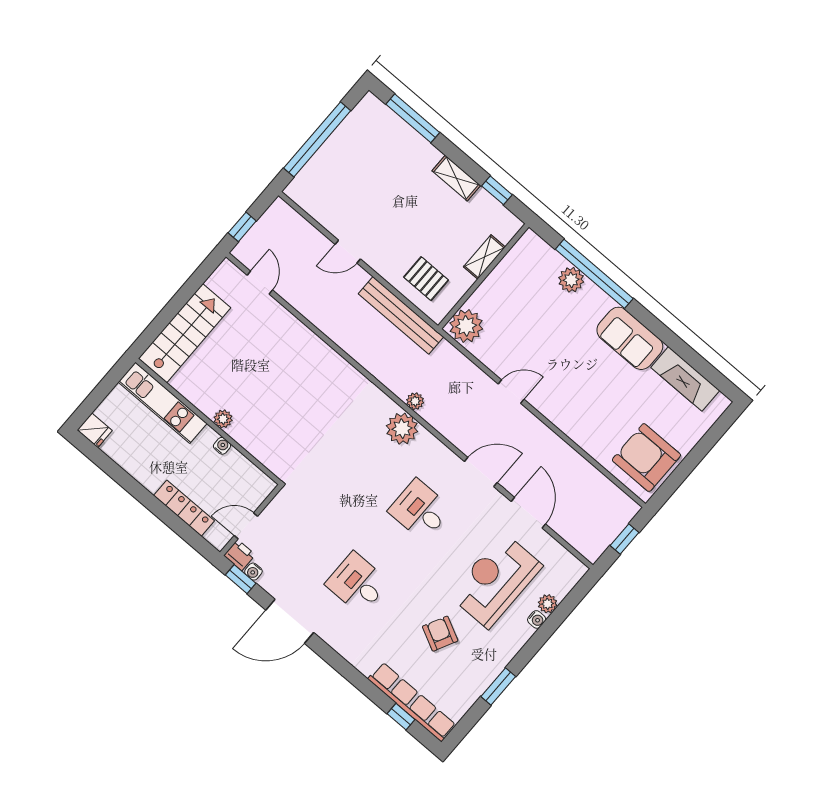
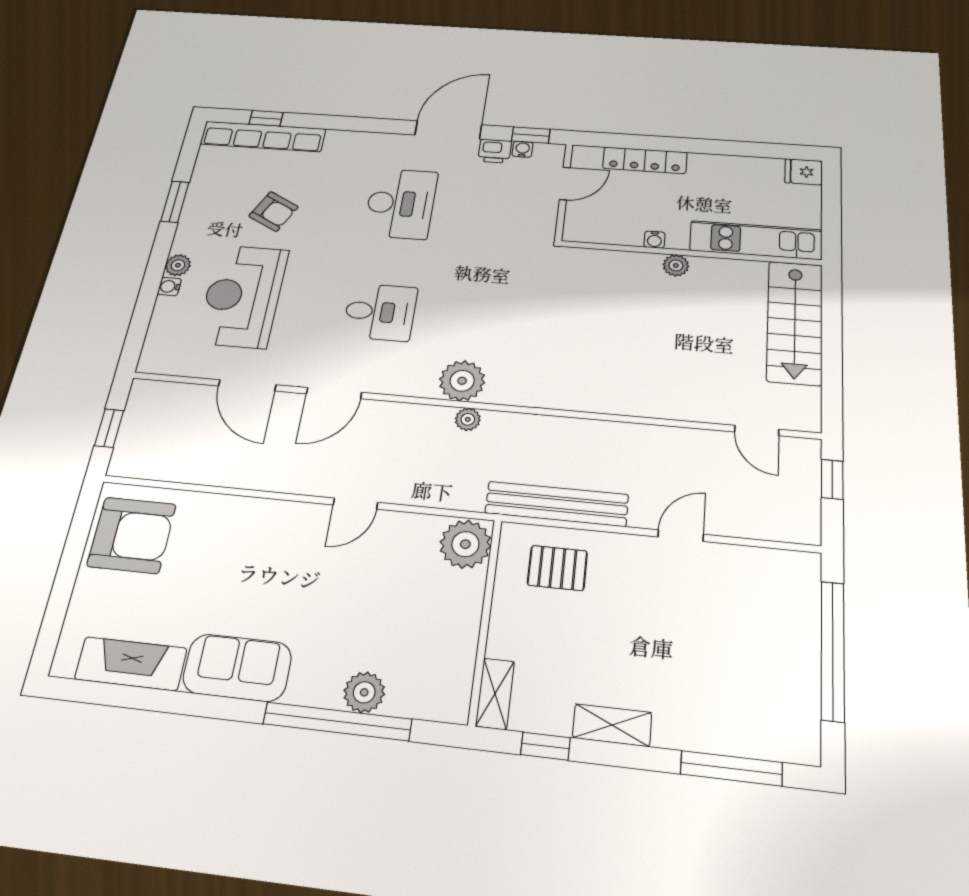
shelving: (484, 257) -> (495, 694), moved
printer: (240, 555) -> (495, 151), moved
reception desk: (496, 580) -> (242, 296), turned 180
desk: (357, 583) -> (401, 204), width x1.37
plant: (548, 604) -> (178, 265), moved

